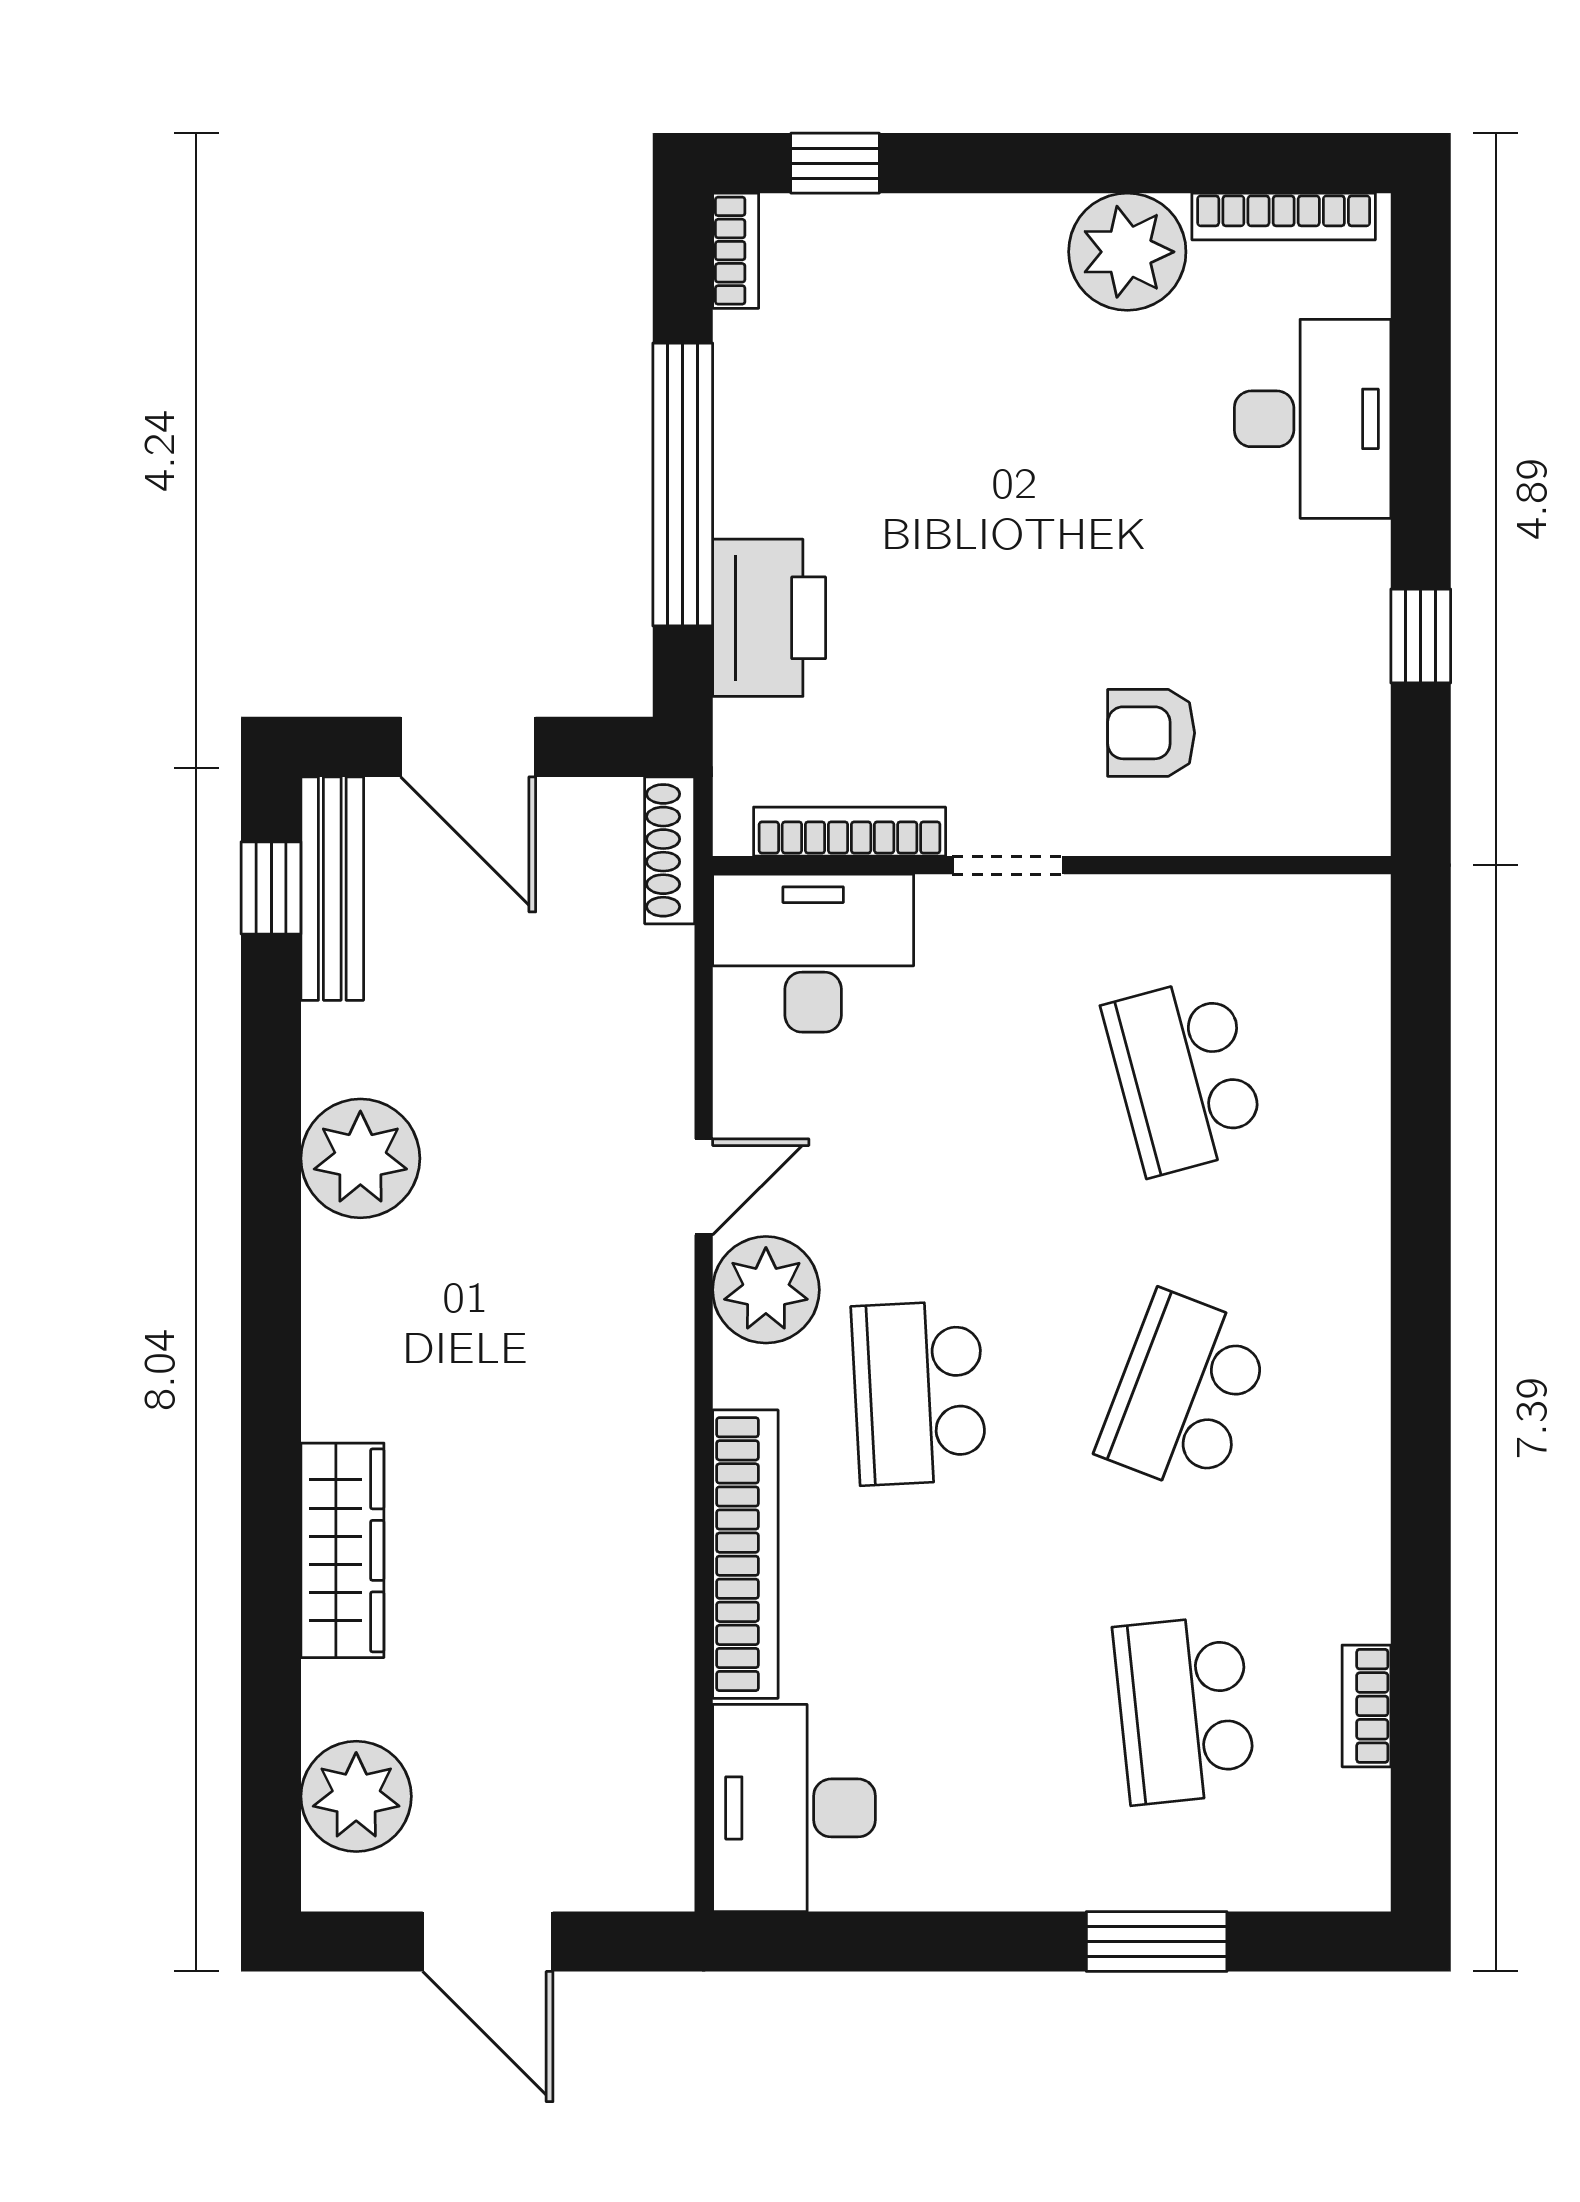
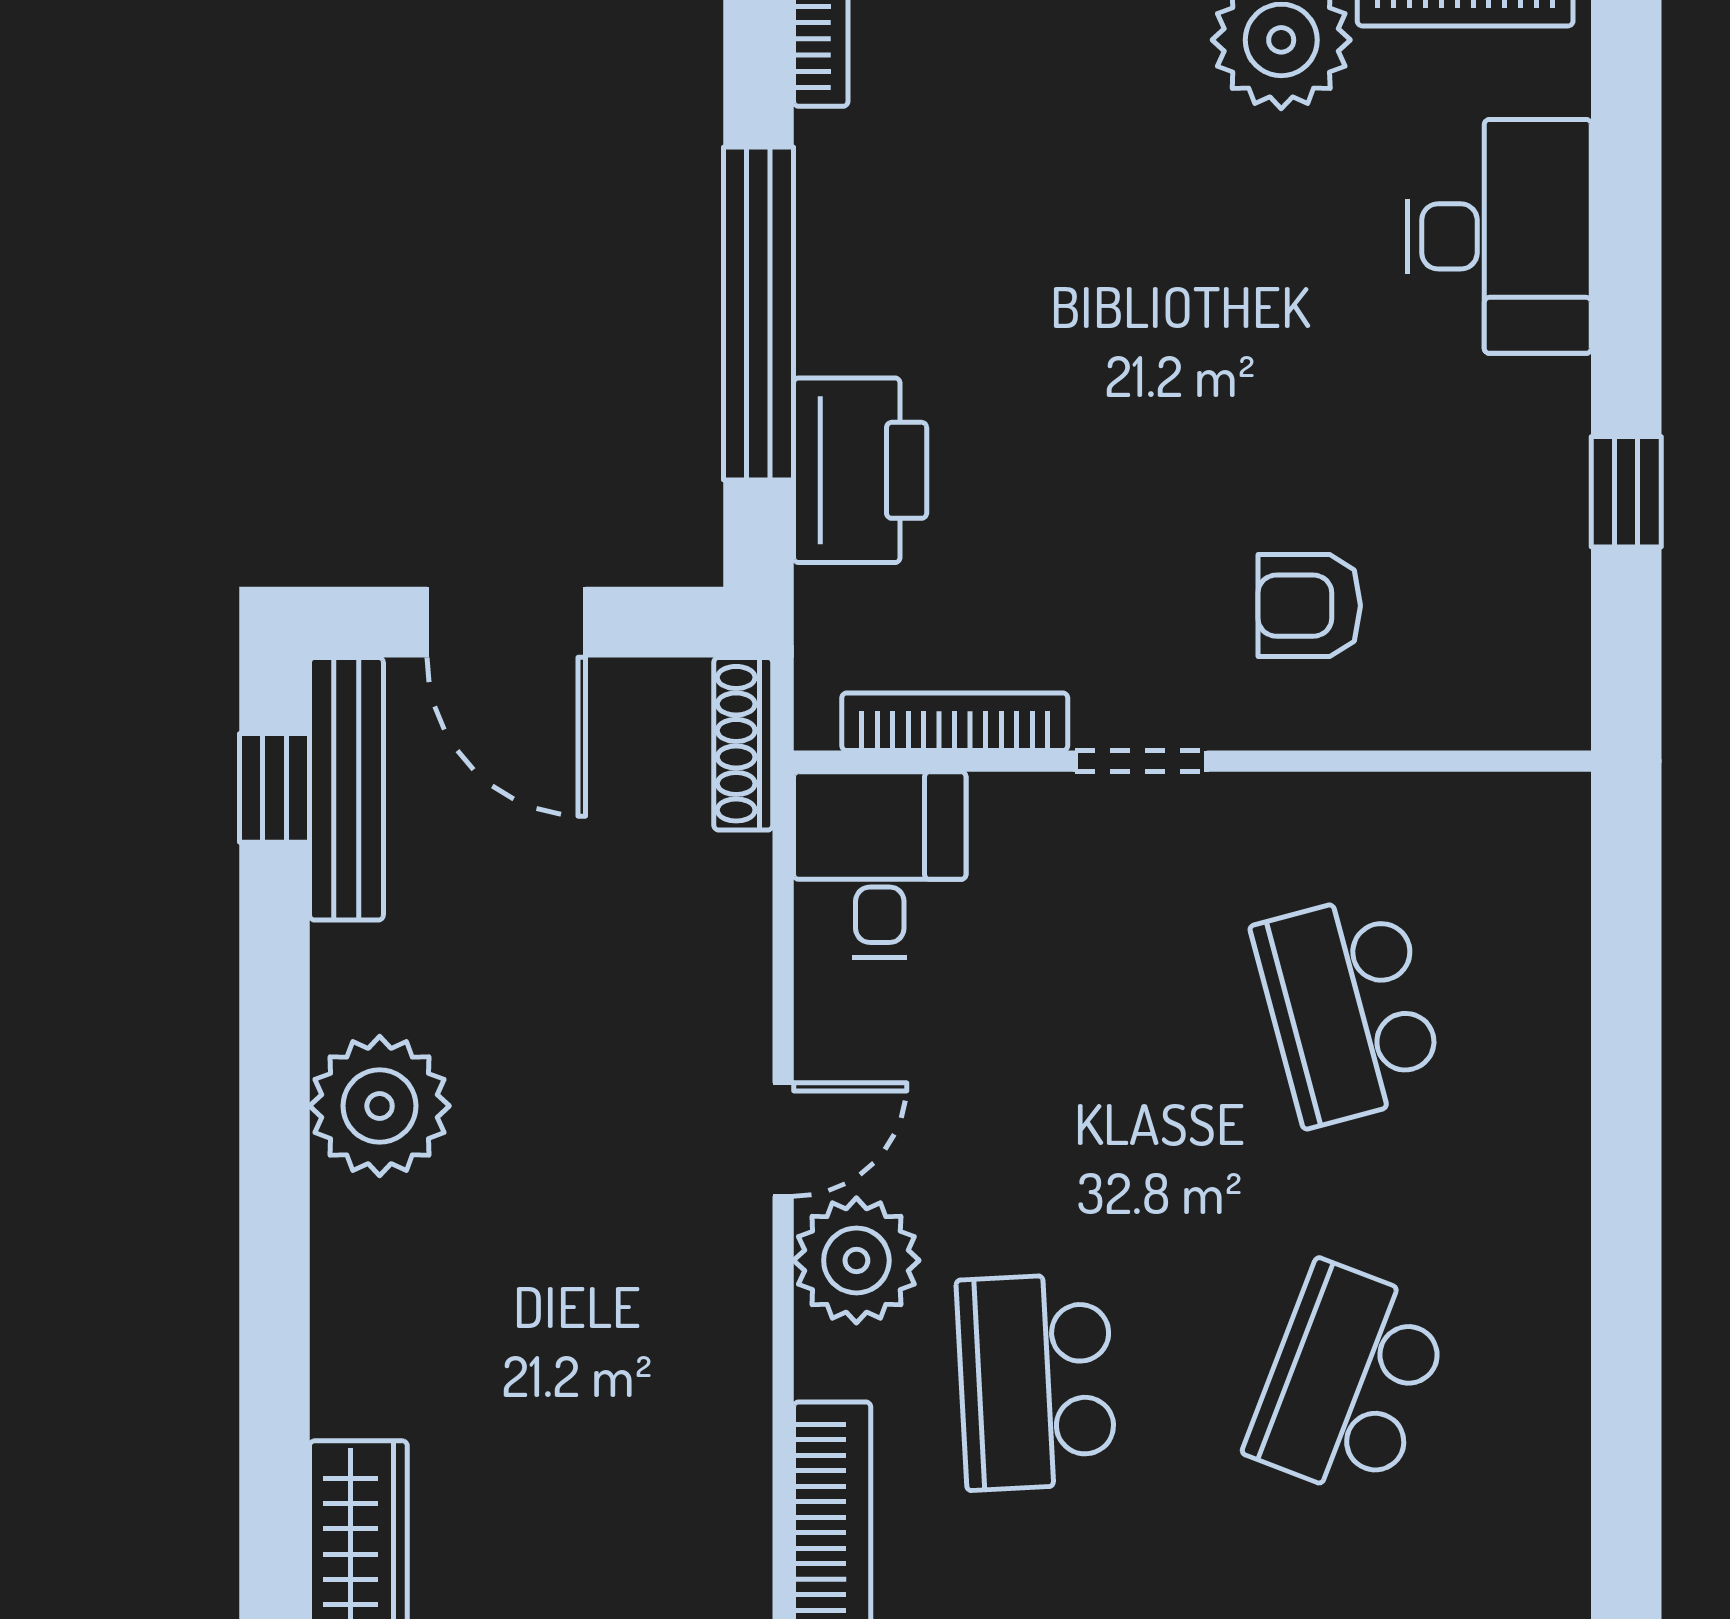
desk: (813, 953) -> (880, 865), width x0.73

